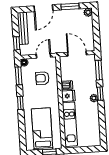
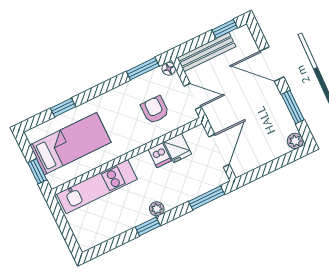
bench: (23, 28) -> (206, 52), moved
window: (17, 43) -> (225, 29), moved
window: (100, 94) -> (148, 226), moved
fridge: (68, 96) -> (178, 148), moved
window: (20, 103) -> (63, 107), moved

